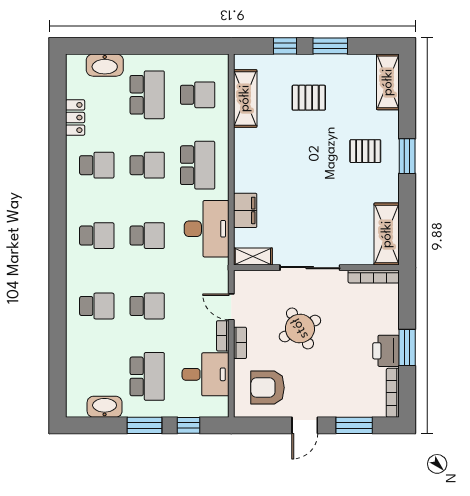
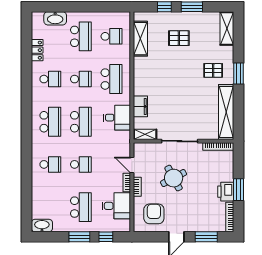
desk: (207, 229) -> (117, 118), width x0.73
shelving: (387, 234) -> (226, 112), width x1.47
school desk: (97, 236) -> (50, 122), width x1.85
school desk: (147, 236) -> (81, 122), width x1.85
armchair: (268, 388) -> (154, 214), turned 90
washbasin: (105, 407) -> (42, 226), moved

